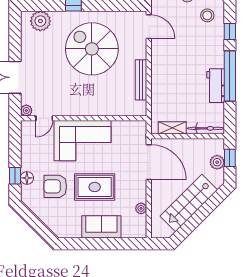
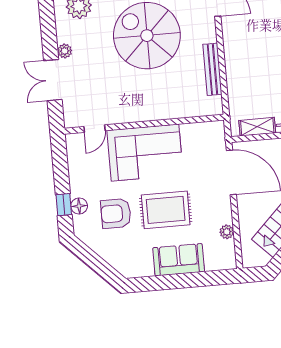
plant: (26, 110) -> (65, 51), moved

